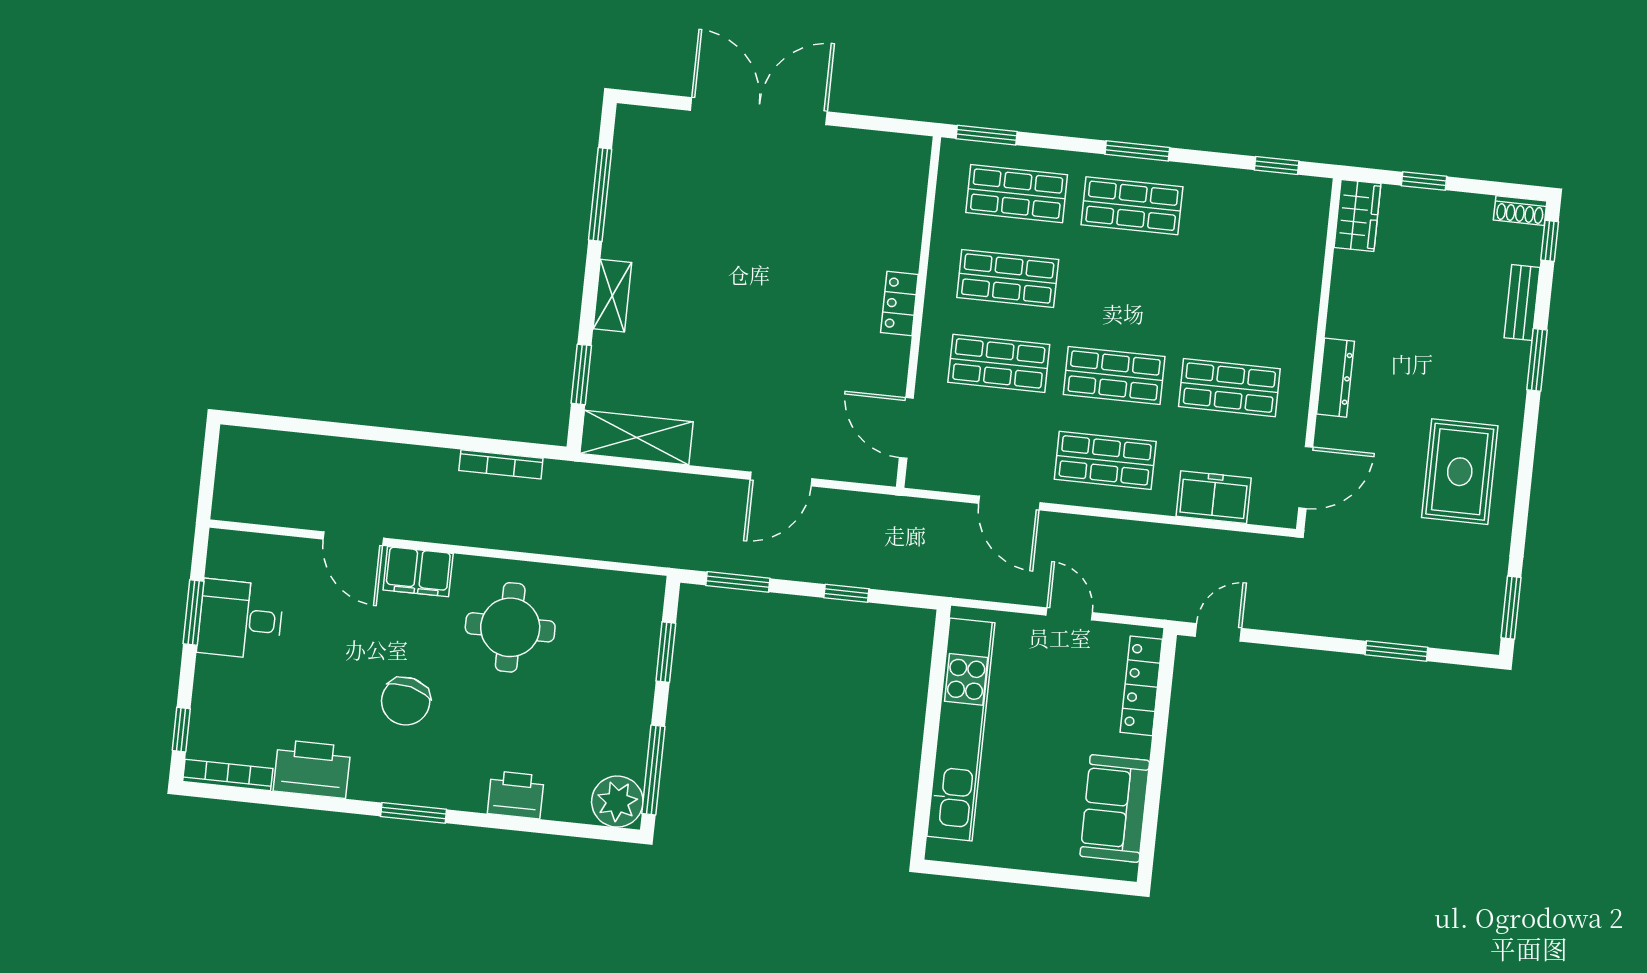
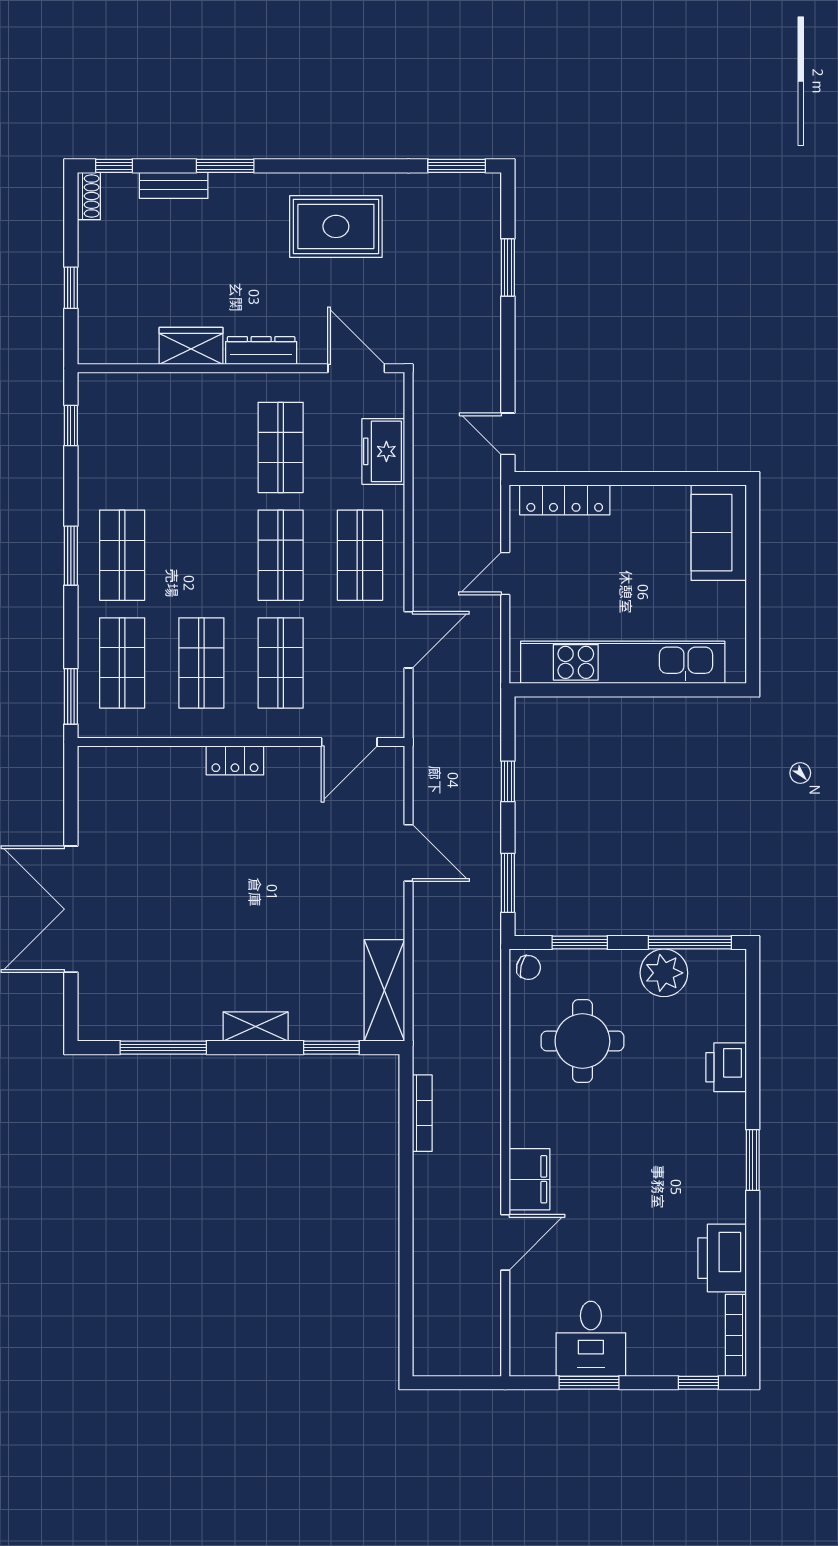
wardrobe: (1357, 216) -> (191, 346), moved
round table: (510, 627) -> (582, 1041), moved
chair: (406, 701) -> (528, 967), moved, width x0.54, depth x0.54
plant: (617, 802) -> (664, 973), moved
sofa: (1115, 808) -> (719, 533), moved, turned 90

